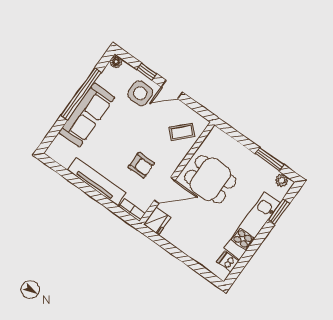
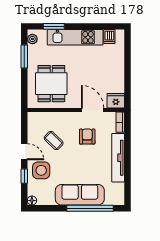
window: (81, 94) -> (90, 208), moved
coffee table: (182, 132) -> (54, 141), moved
dining table: (210, 179) -> (51, 84), moved

